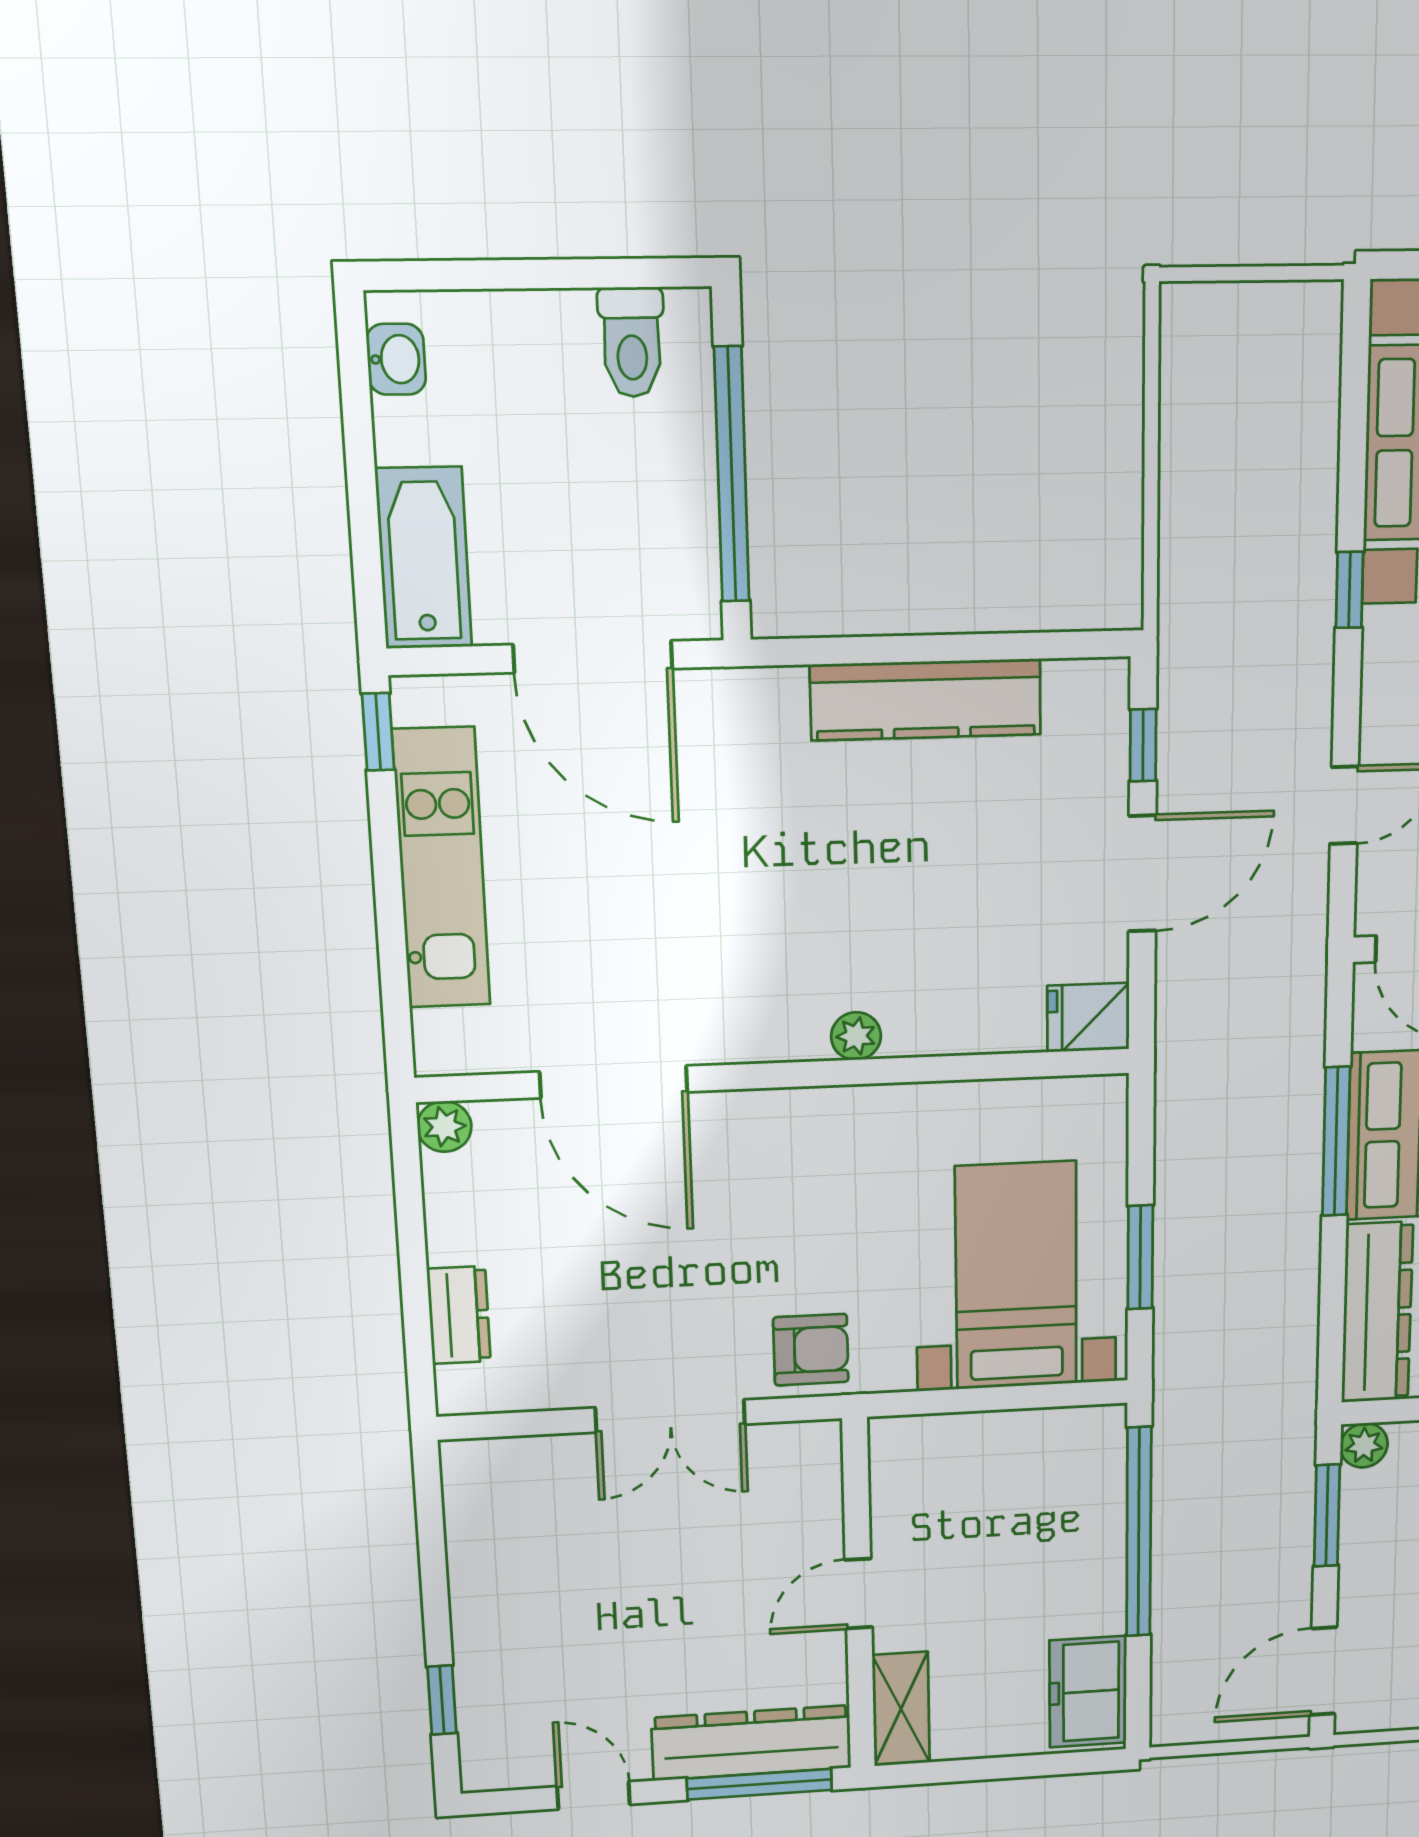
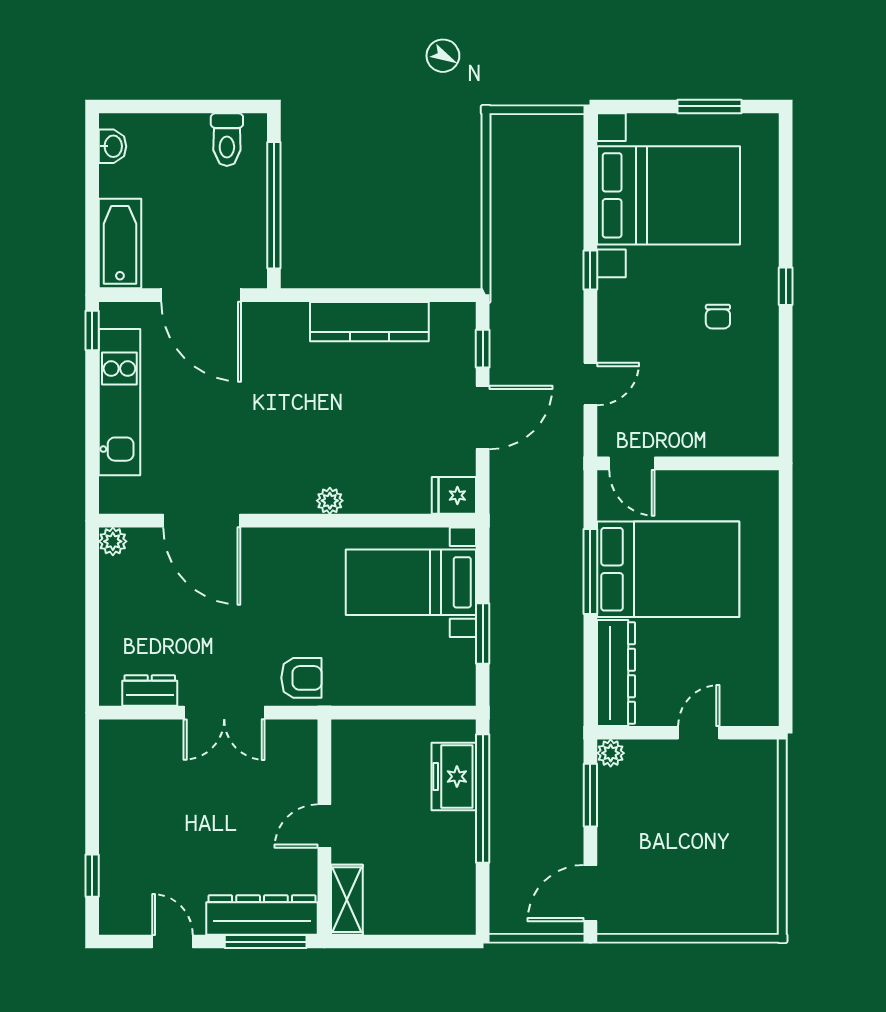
bed with nightstands: (1016, 1276) -> (411, 582), moved, turned -90
dresser: (459, 1315) -> (150, 690), moved, turned -90
freezer: (1088, 1692) -> (454, 776), moved

